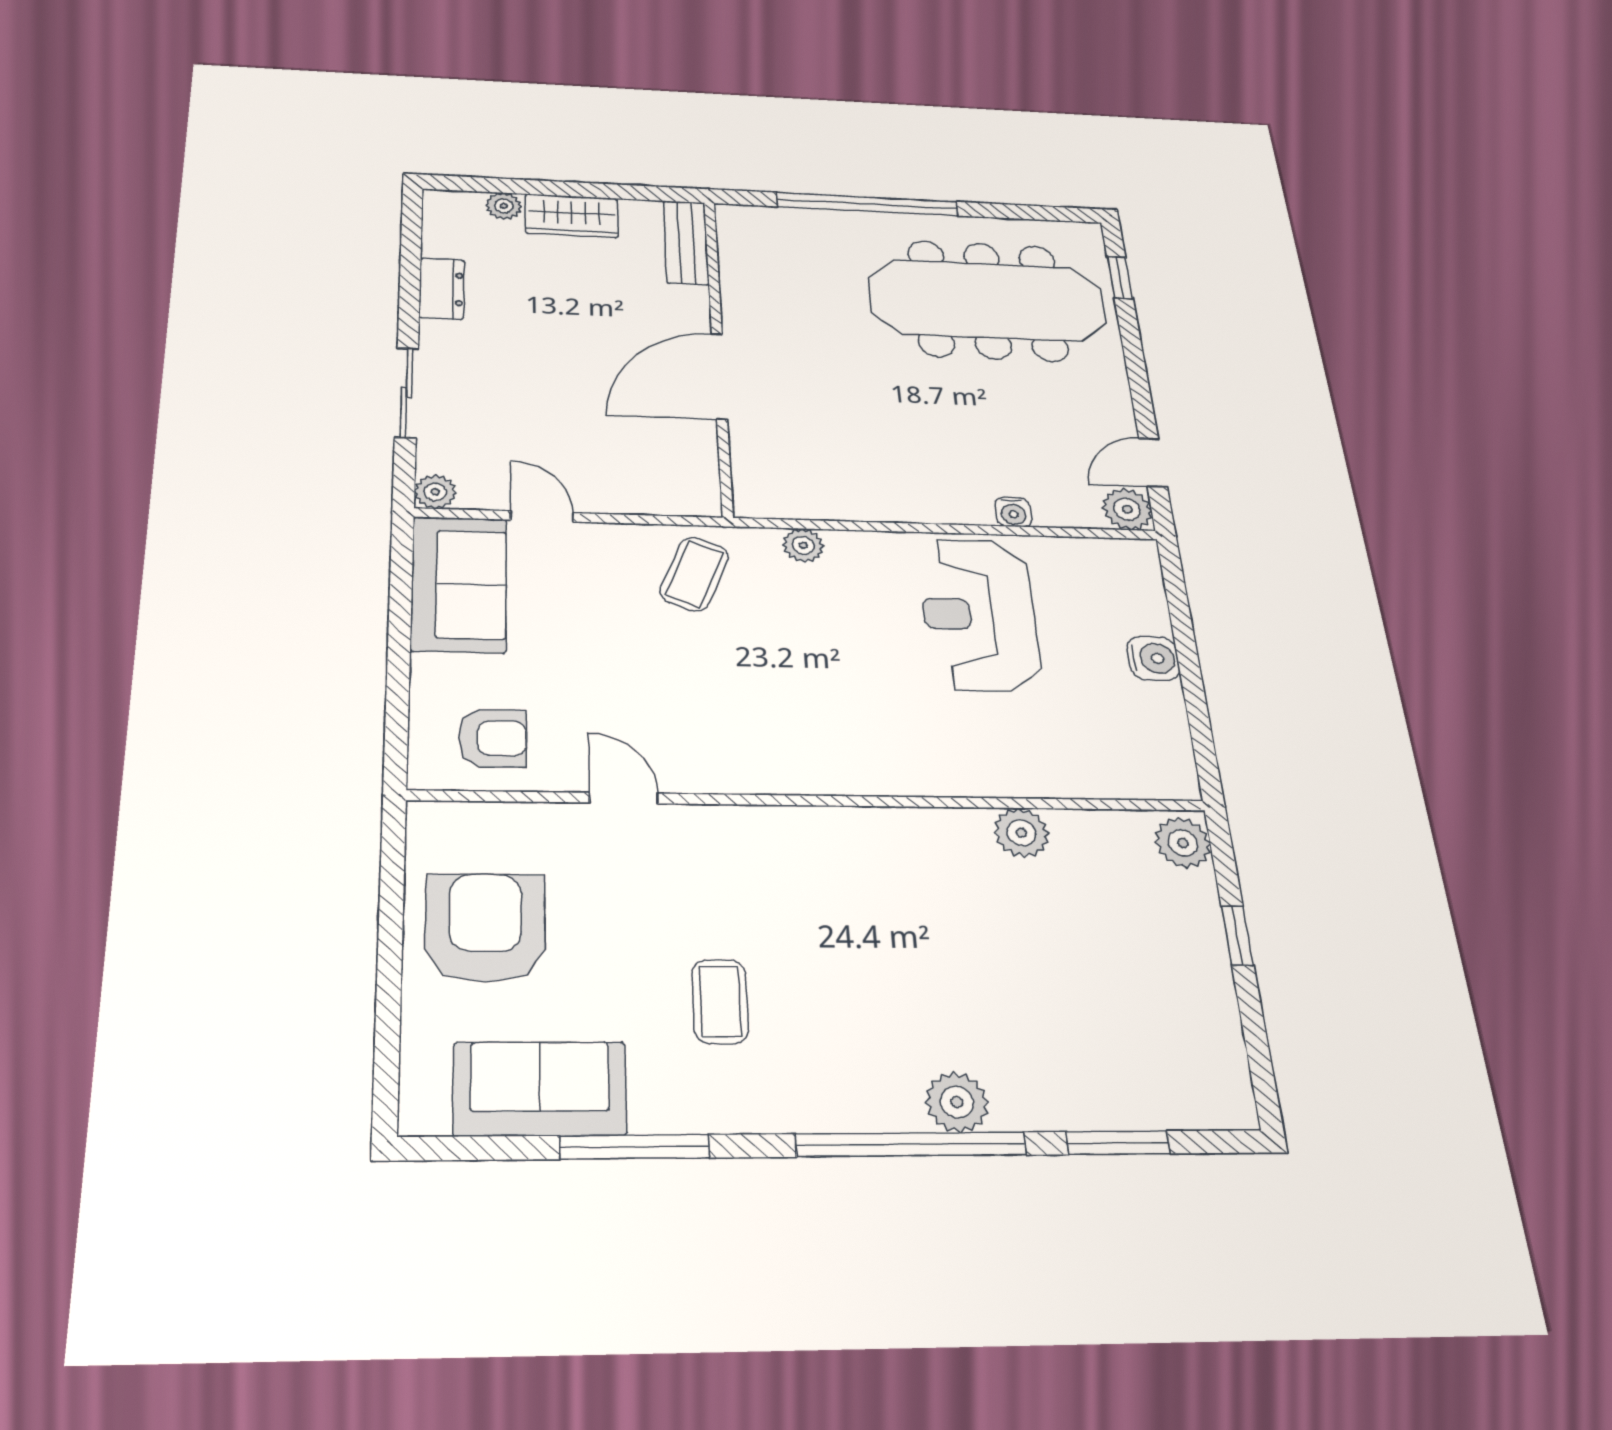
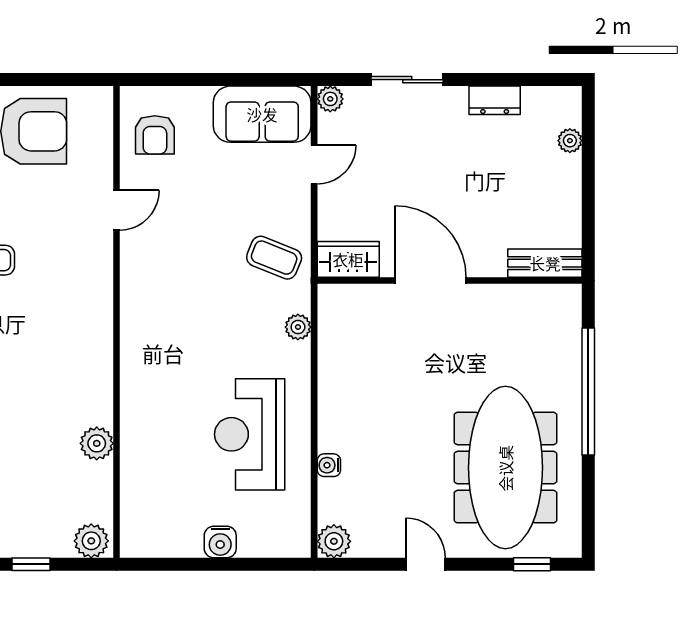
wardrobe: (572, 216) -> (348, 259), moved, turned 90
door: (1153, 463) -> (425, 564), moved
reception desk: (979, 614) -> (250, 434), turned -90

